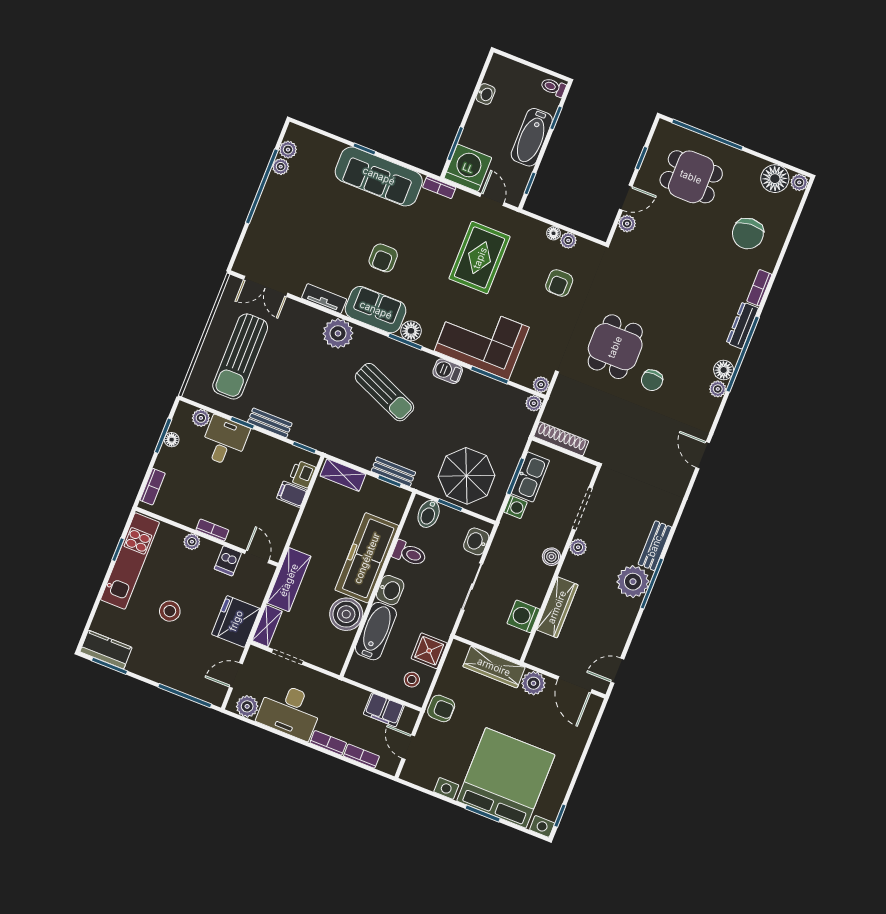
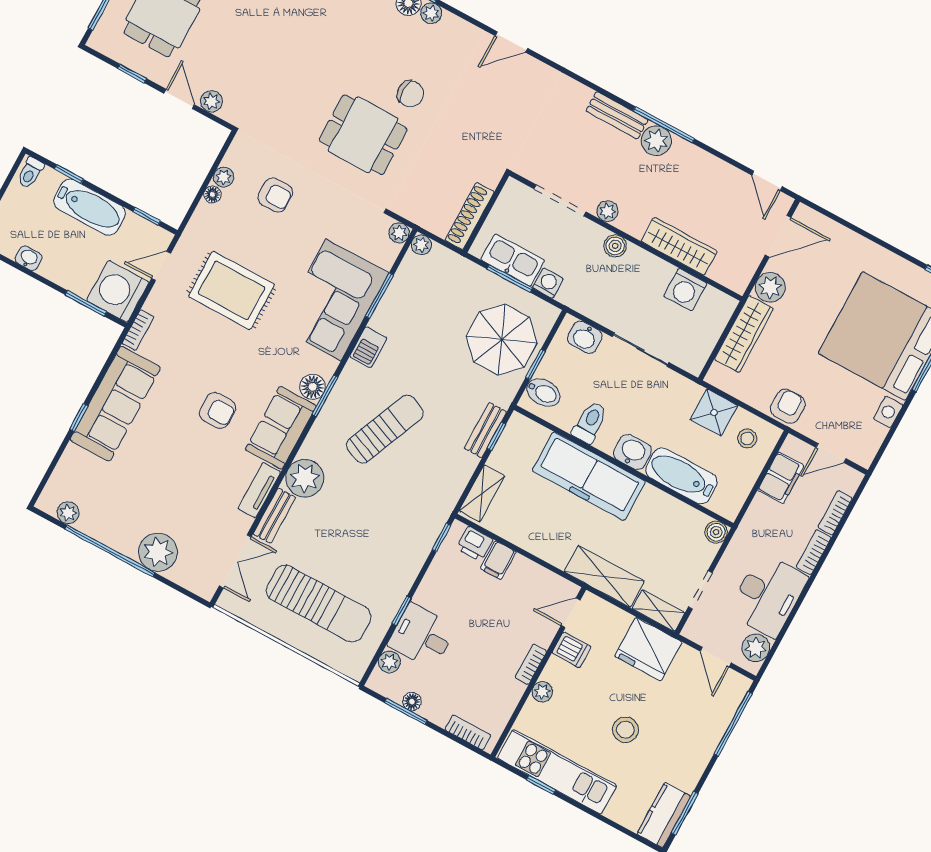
plant: (281, 167) -> (158, 552), moved, width x1.88, depth x1.88
bench: (270, 423) -> (274, 516), moved
plant: (633, 582) -> (656, 141), width x0.73, depth x0.73
boiler: (346, 614) -> (716, 532), moved, width x0.54, depth x0.54

